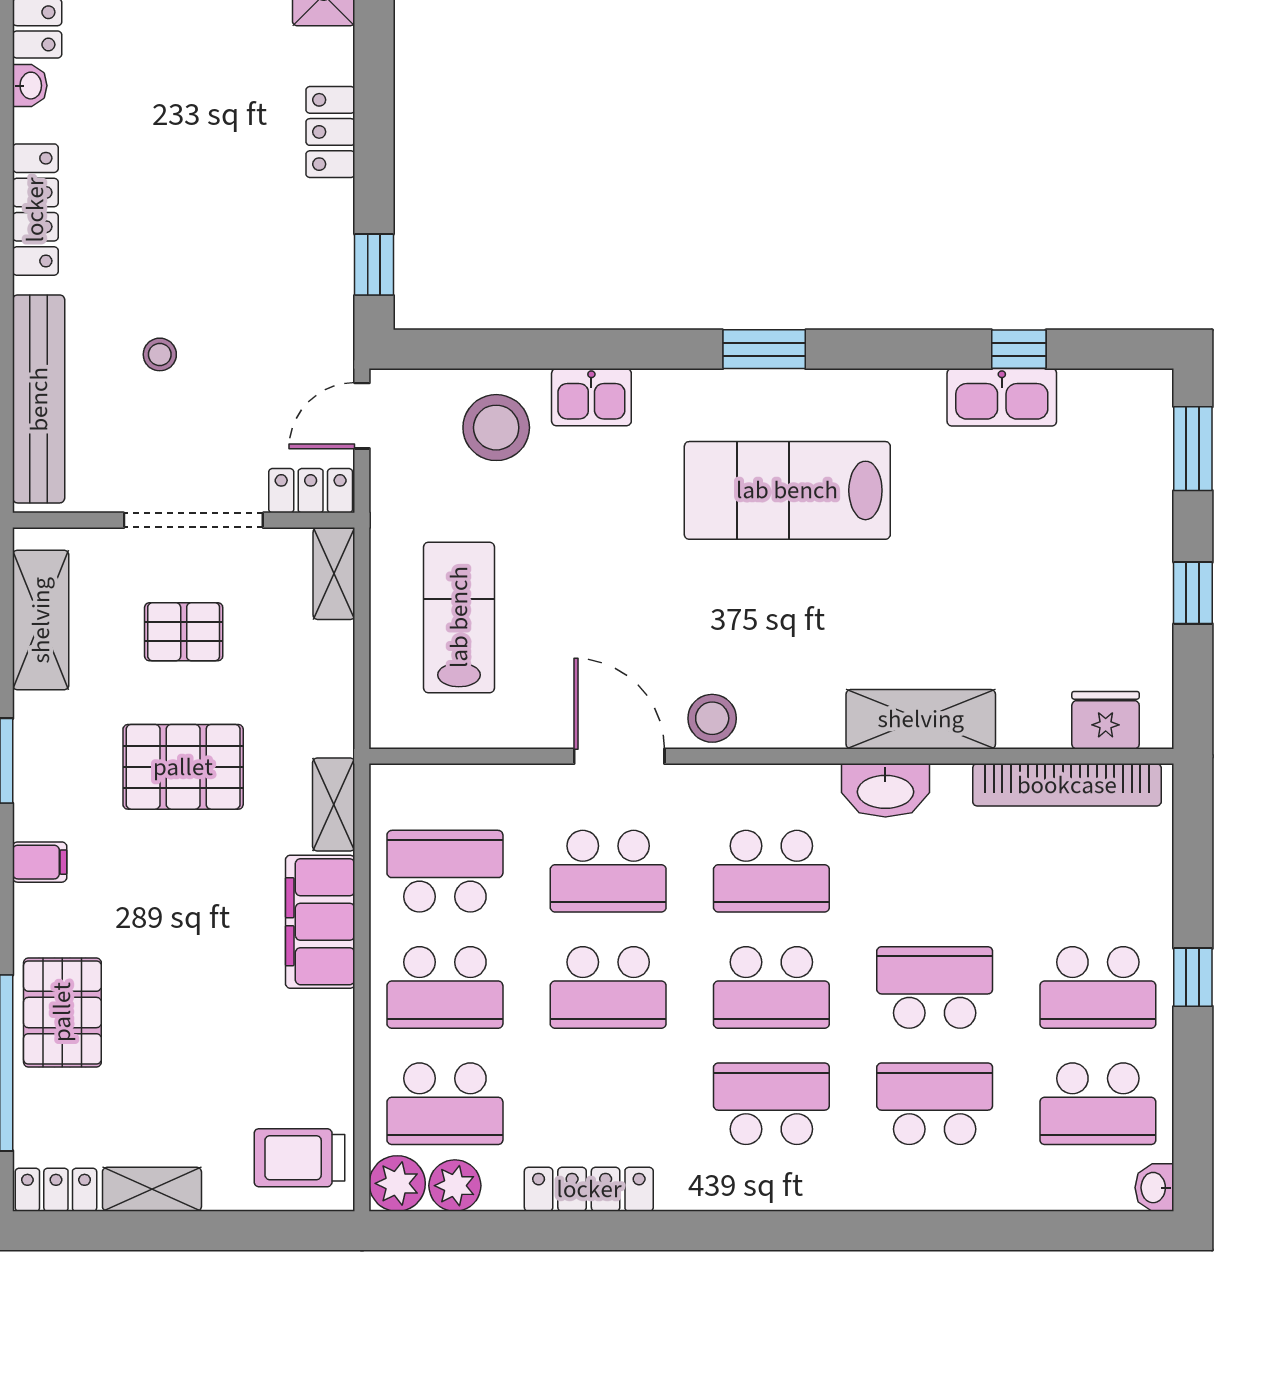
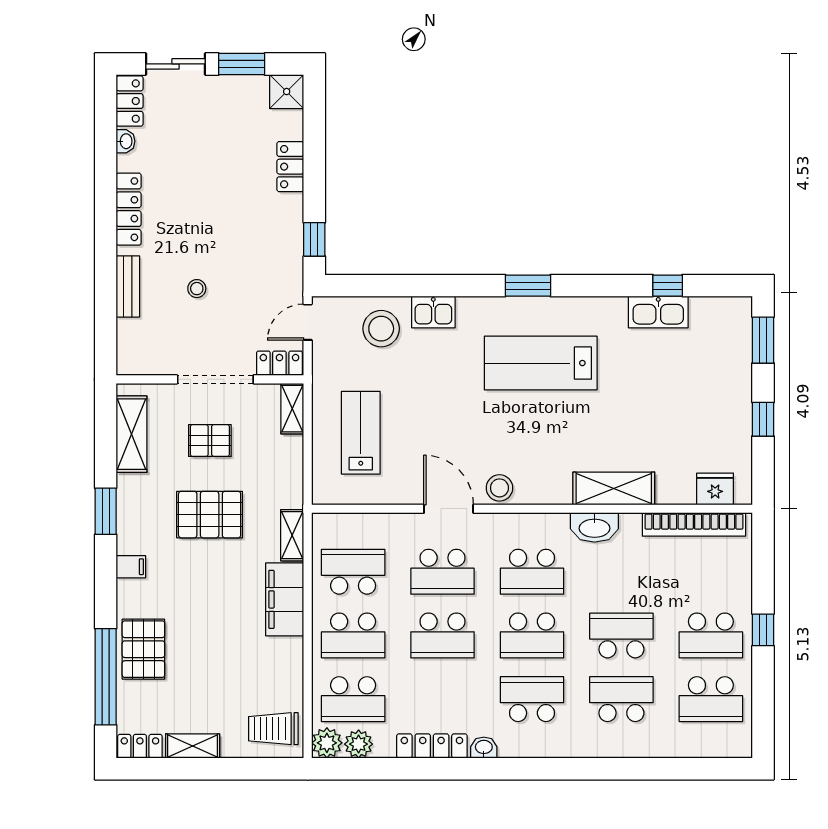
bench: (39, 399) -> (128, 286), width x0.54, depth x0.82
washbasin: (1154, 1188) -> (484, 748), moved, turned 90

